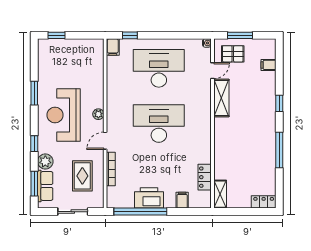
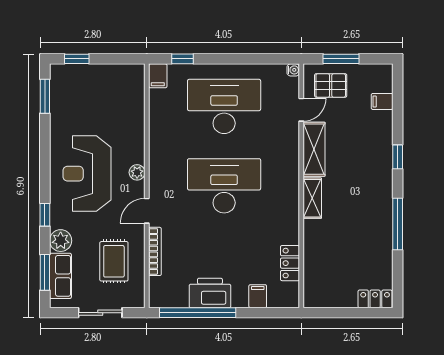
window: (34, 93) -> (45, 96), moved
shelving: (220, 194) -> (312, 198), moved

